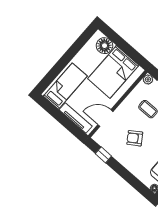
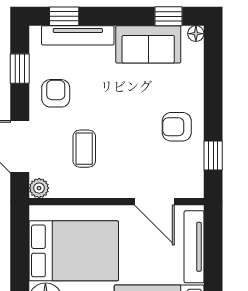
armchair: (135, 138) -> (177, 127), moved, turned 124

